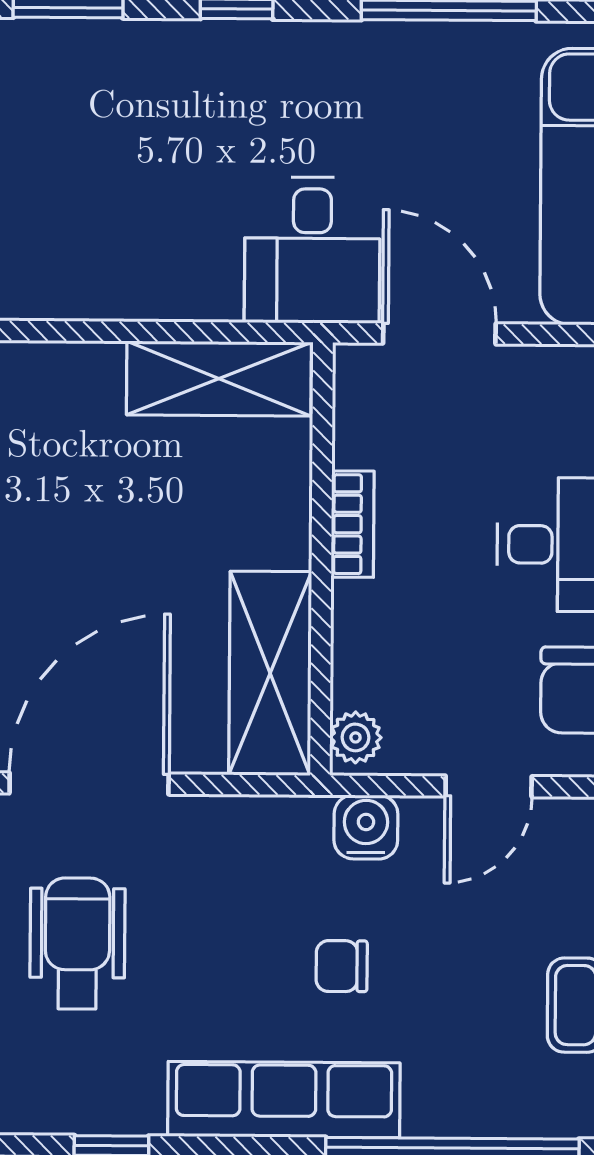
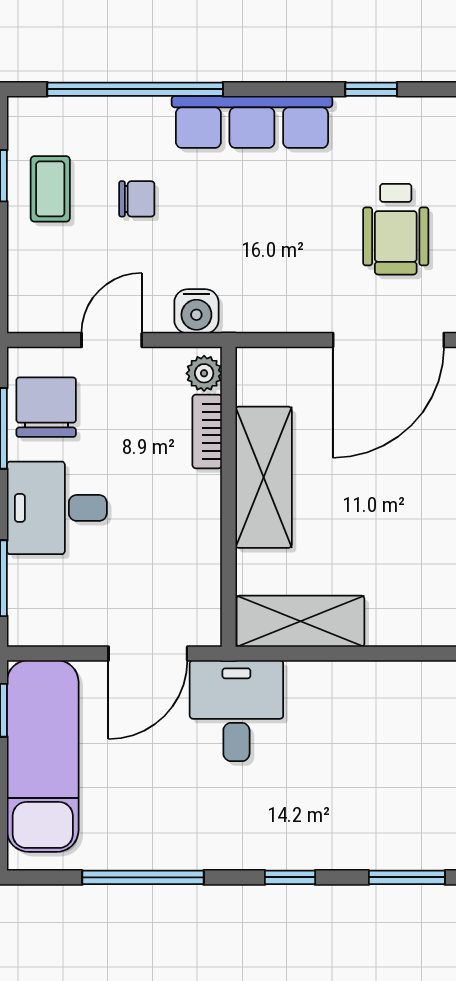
door: (439, 334) -> (148, 654), hinge flipped
bookcase: (353, 524) -> (207, 431), moved
shelving: (270, 673) -> (264, 477), moved
chair: (342, 966) -> (137, 199), moved

